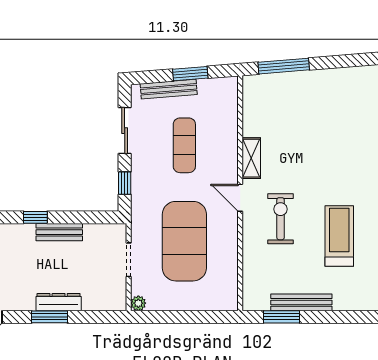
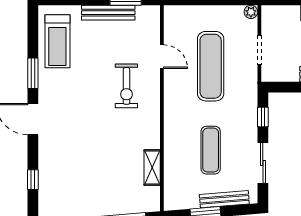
shelving: (251, 158) -> (152, 167), moved
door: (240, 198) -> (162, 57), moved
treadmill: (339, 236) -> (57, 41), moved
exercise mat: (184, 241) -> (211, 66), width x0.68

